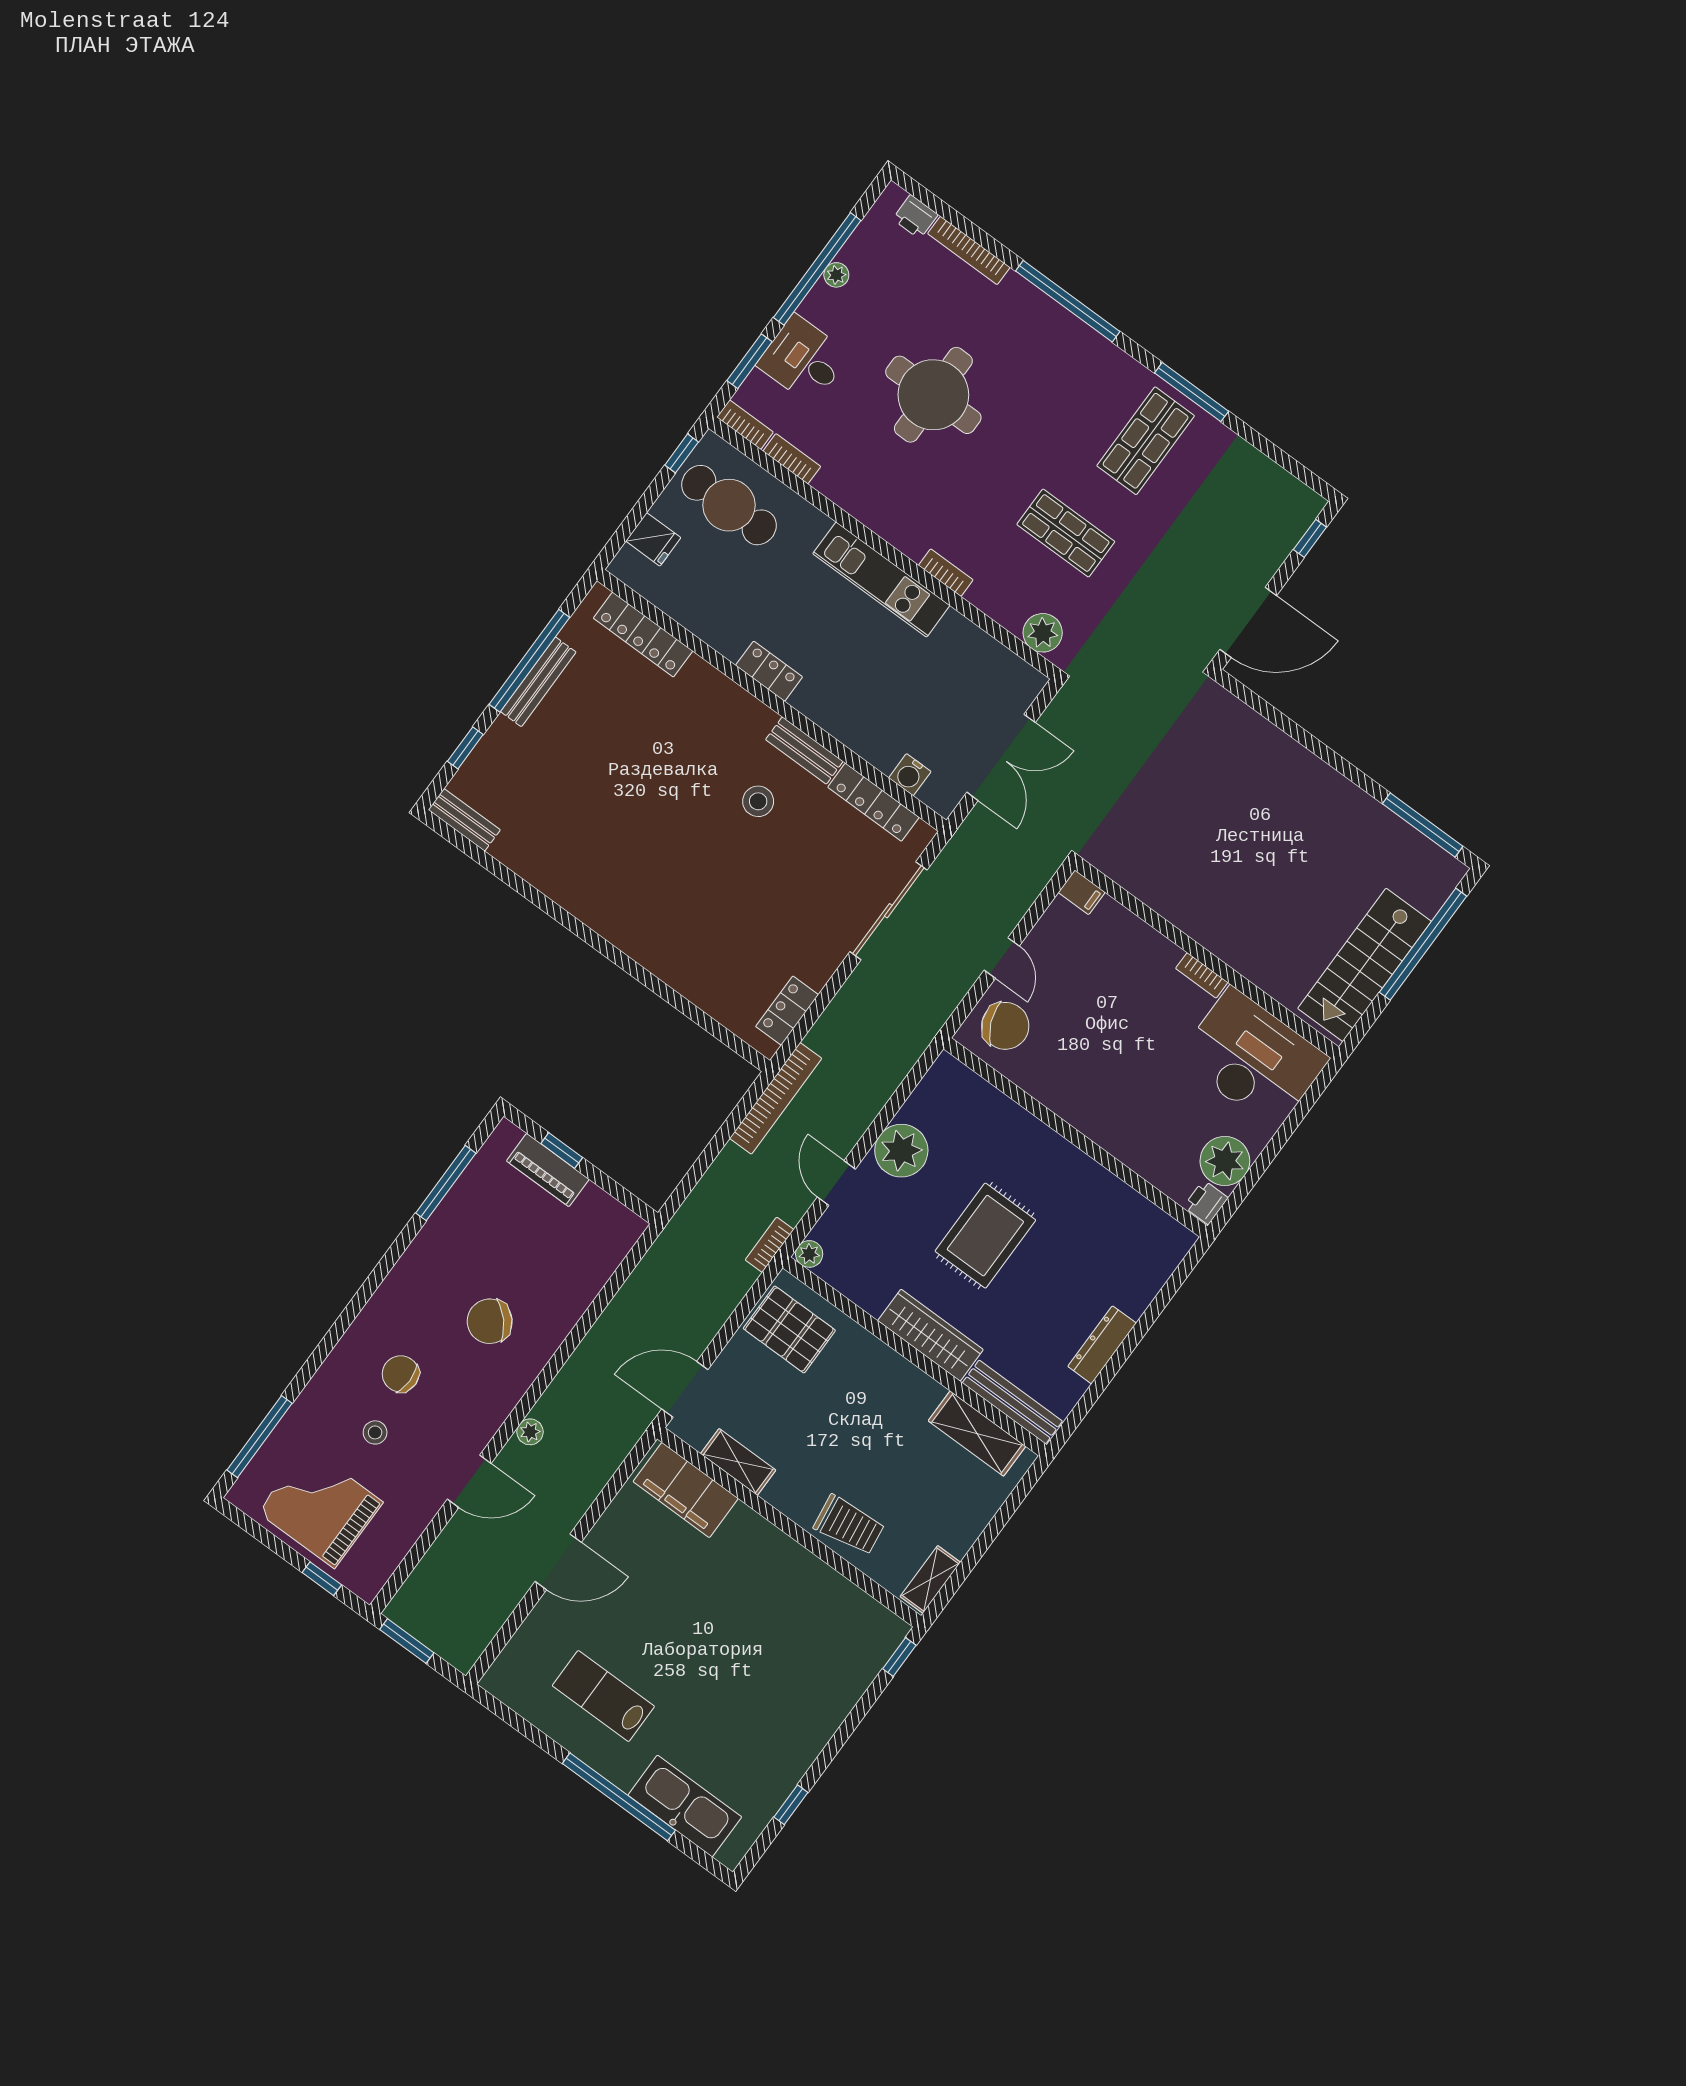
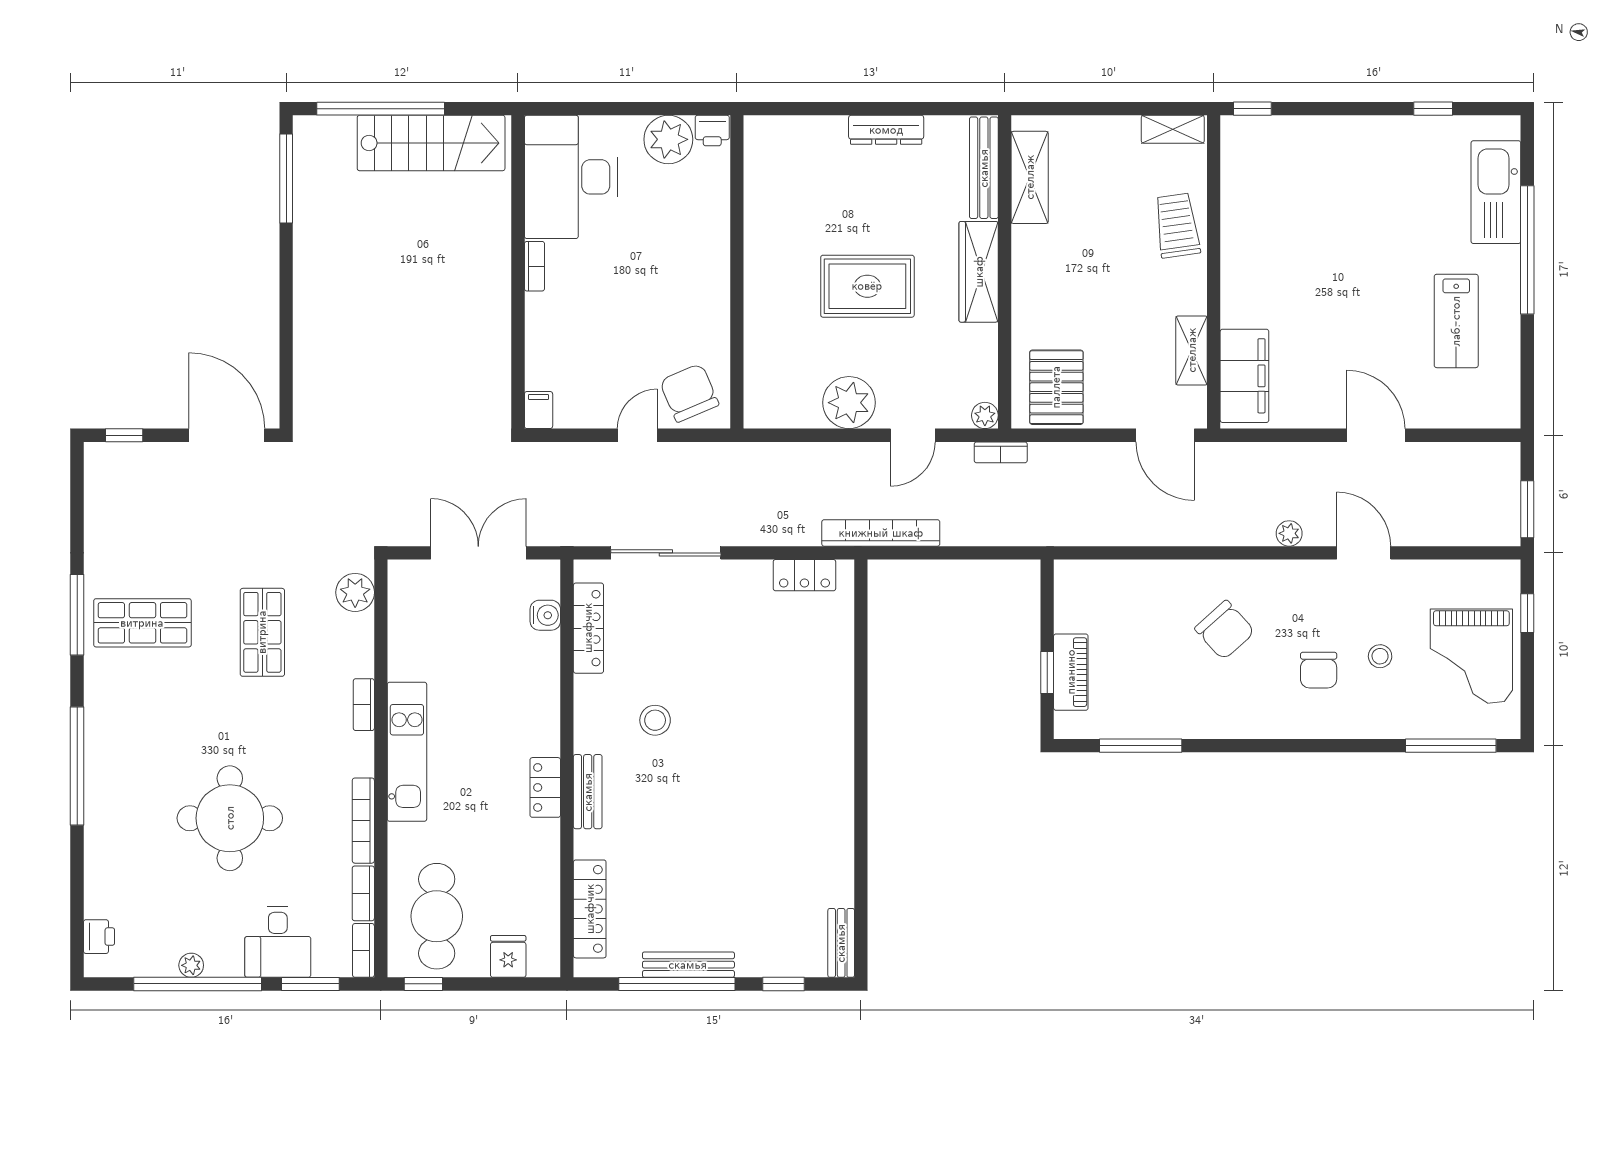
bookcase: (969, 250) -> (363, 821), moved, turned 180
bench: (804, 750) -> (588, 792), moved

